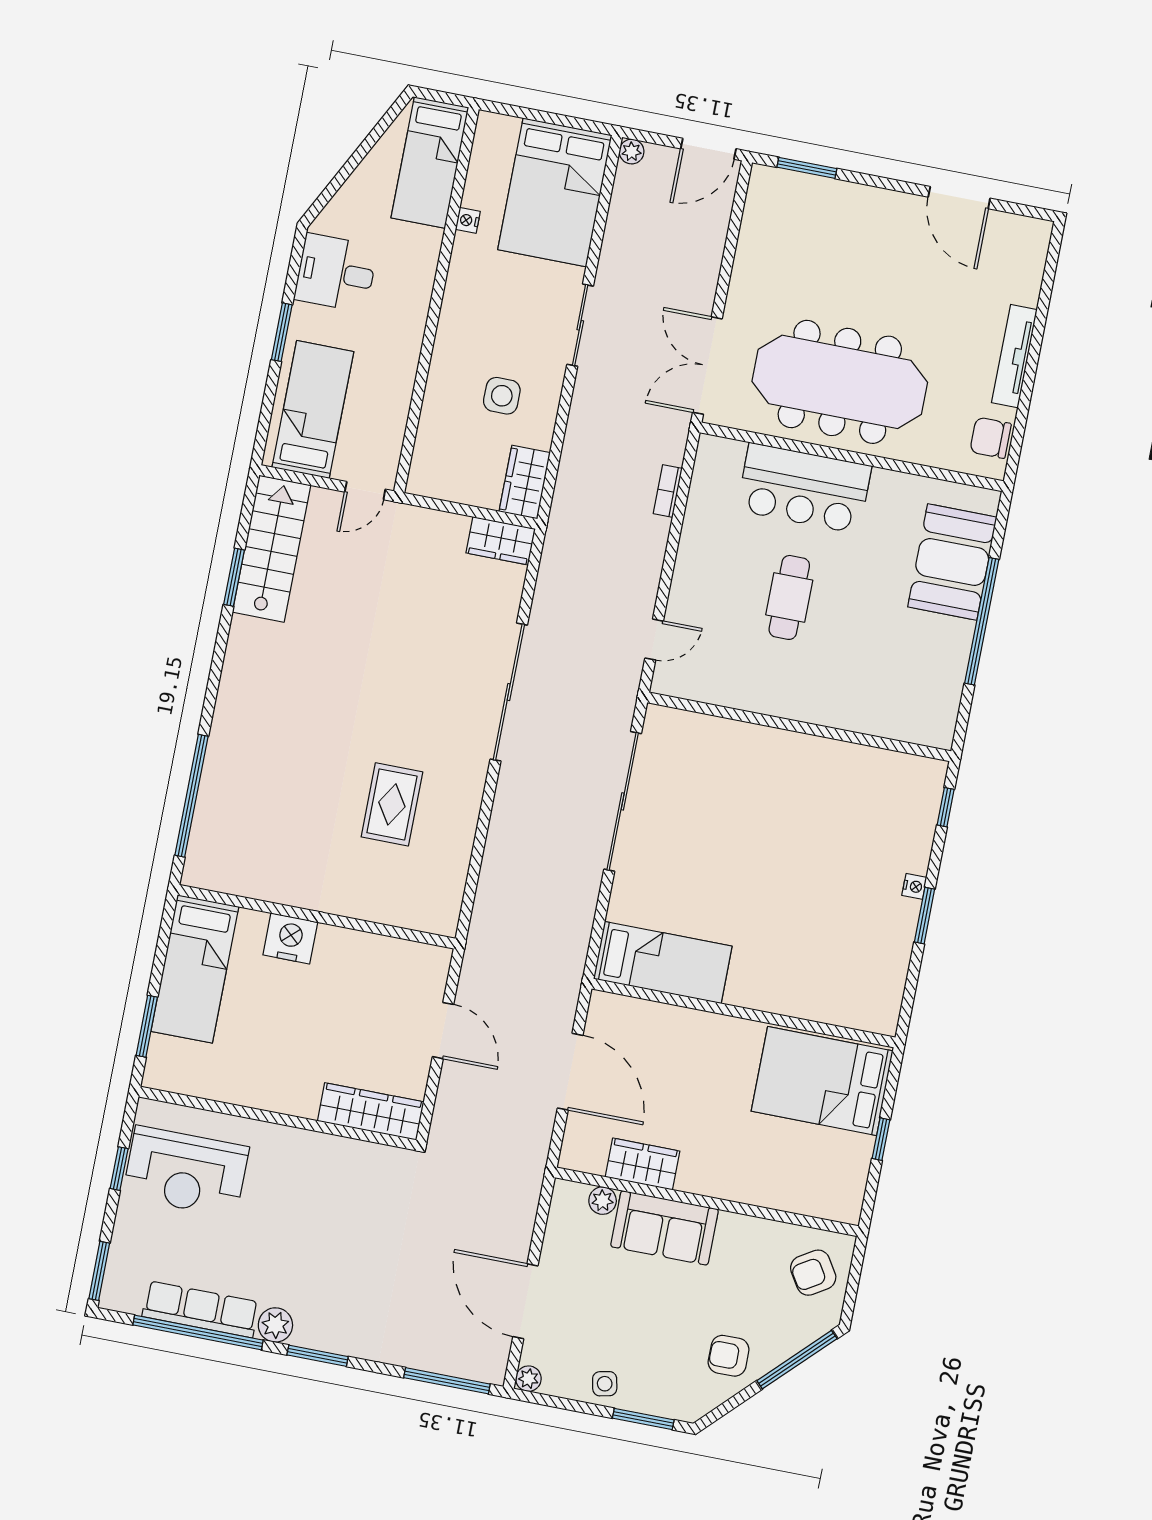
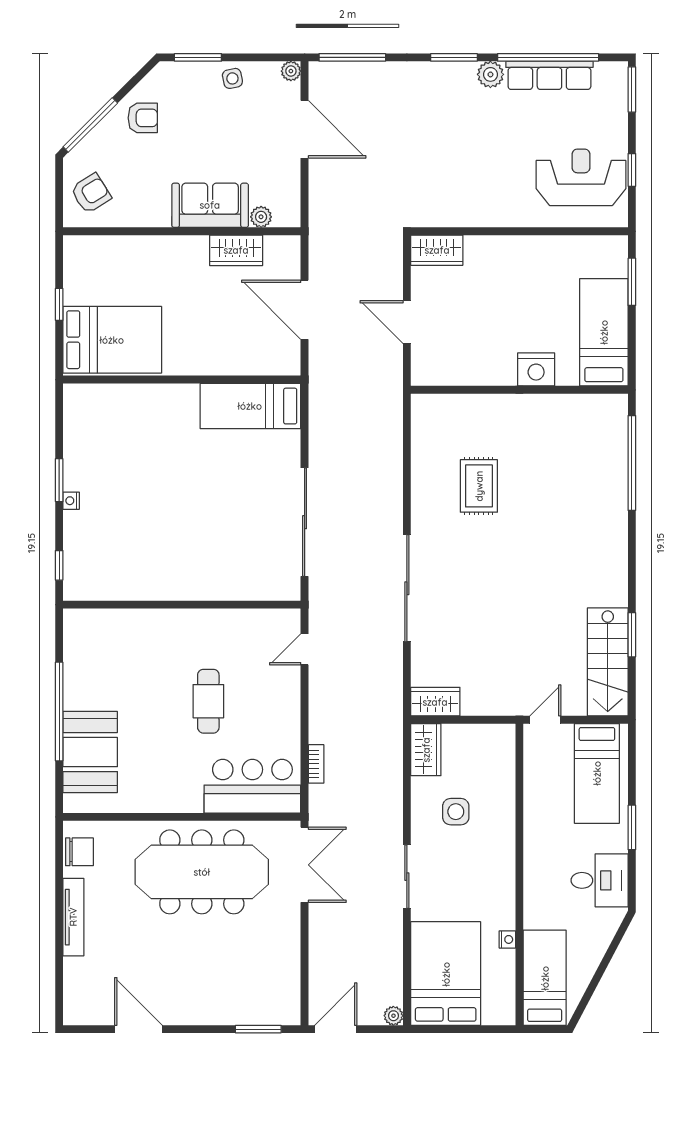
bar counter: (804, 488) -> (252, 786), moved
wardrobe: (371, 1111) -> (437, 250), width x0.67

